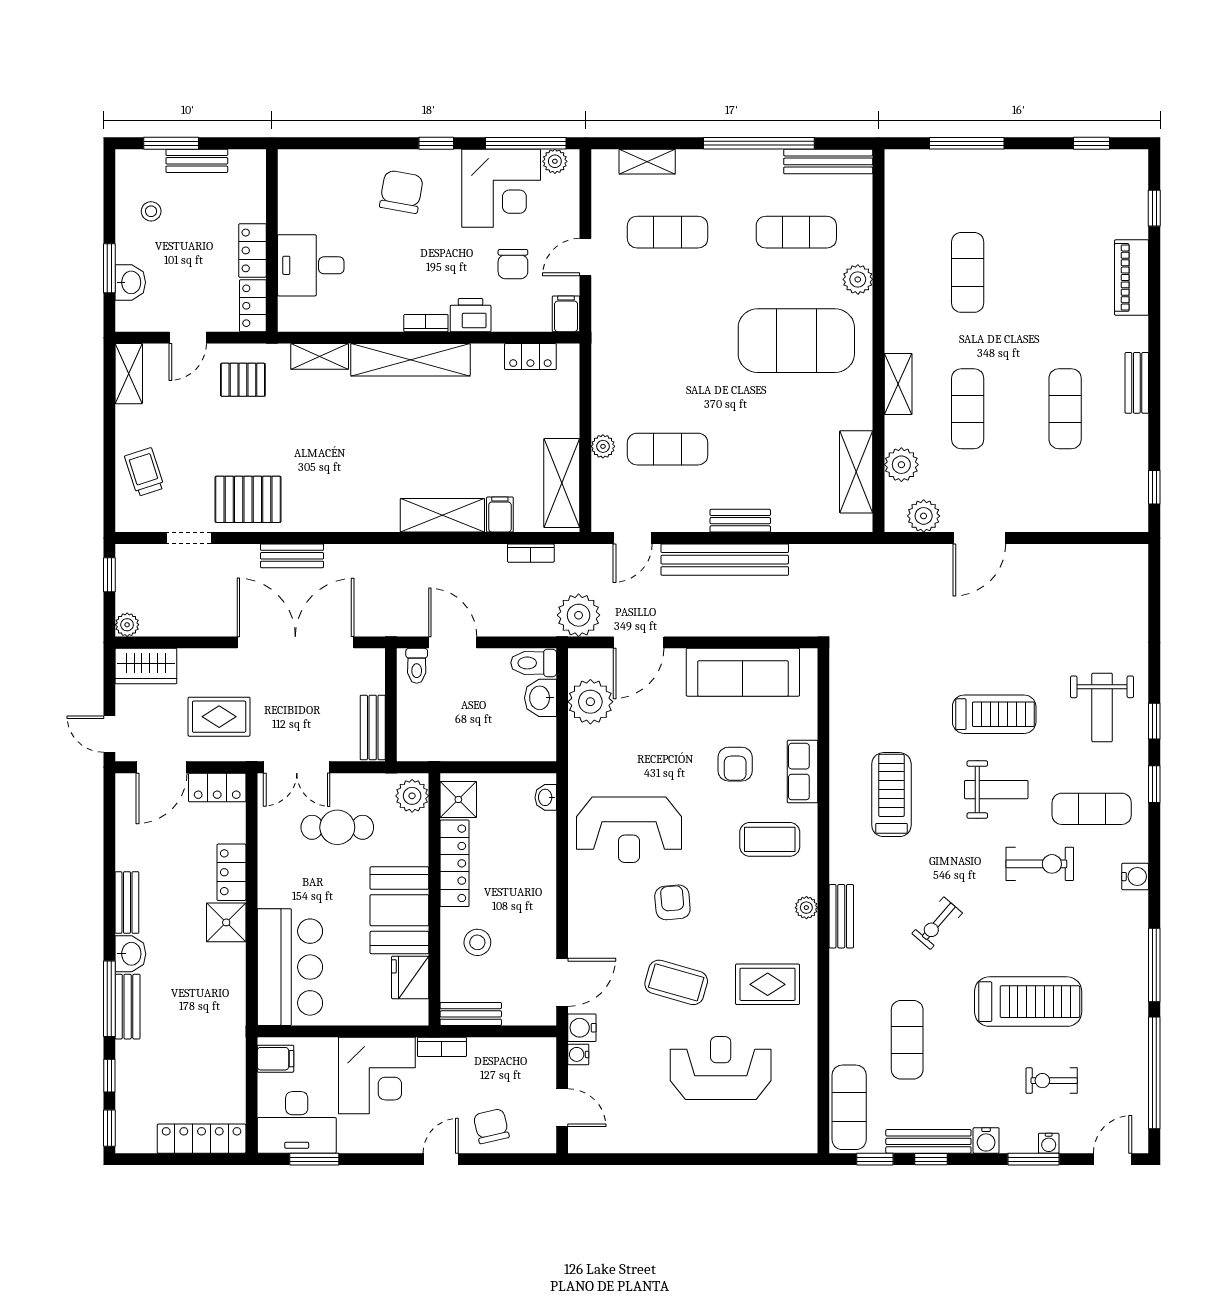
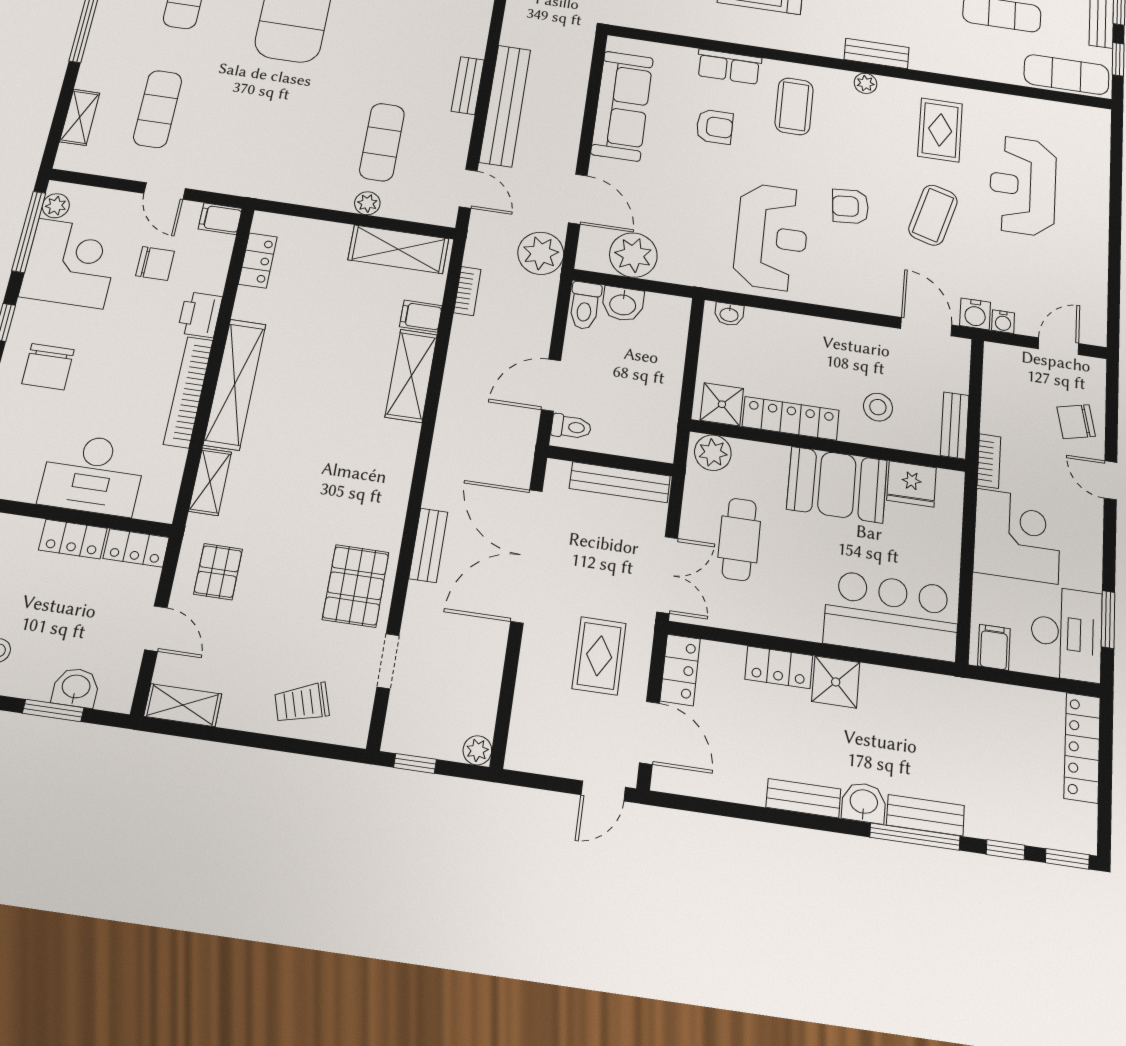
chair: (401, 192) -> (48, 367), turned -100
desk: (311, 265) -> (93, 474), width x1.37
bookcase: (426, 323) -> (188, 392), width x2.31, depth x1.31
wardrobe: (146, 666) -> (529, 734), removed
bench: (373, 728) -> (620, 482), width x1.36

